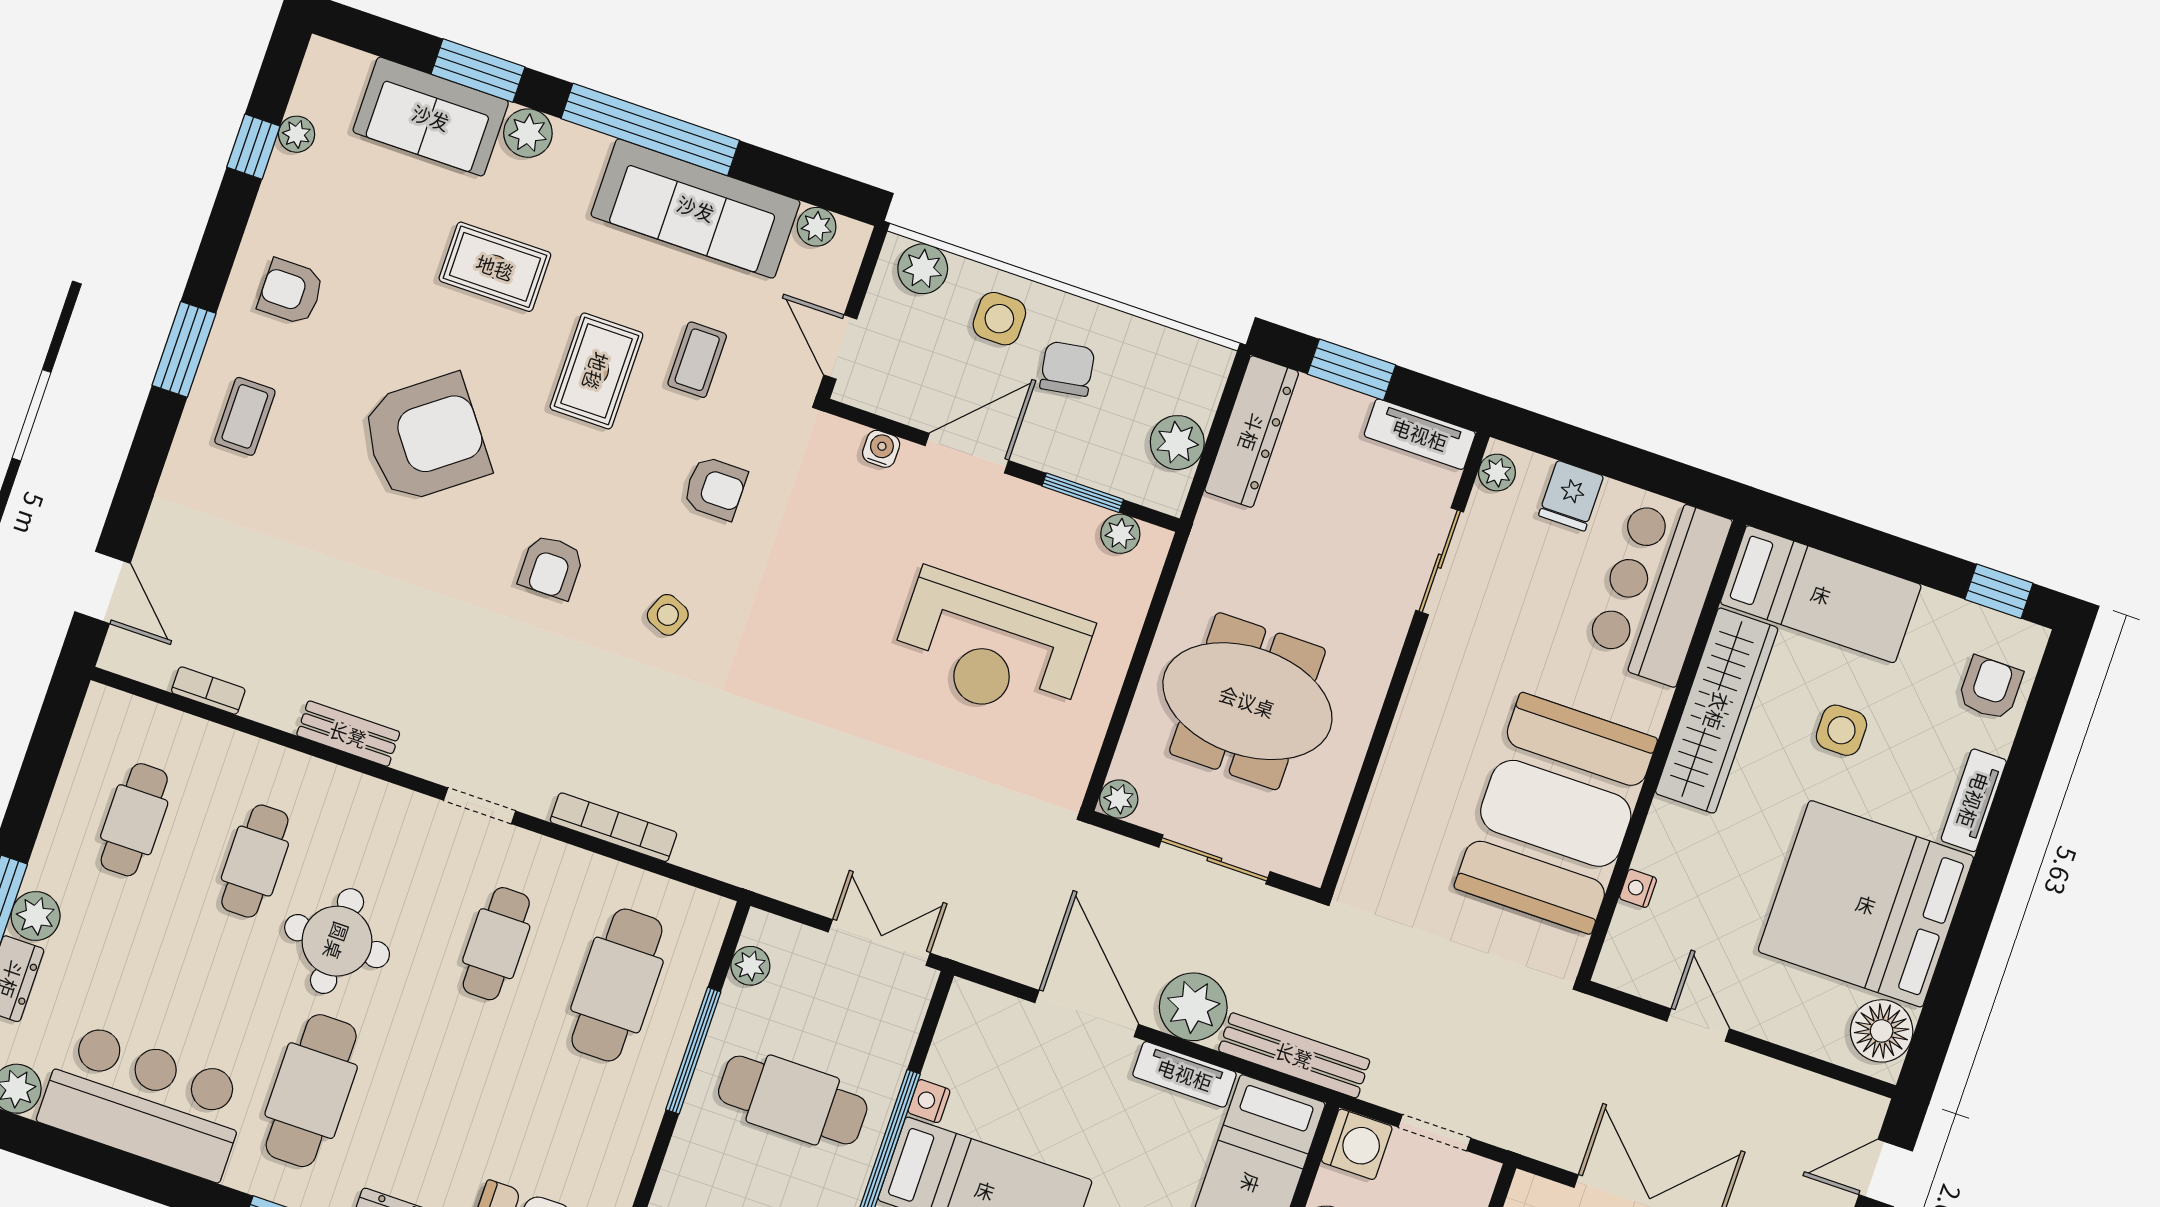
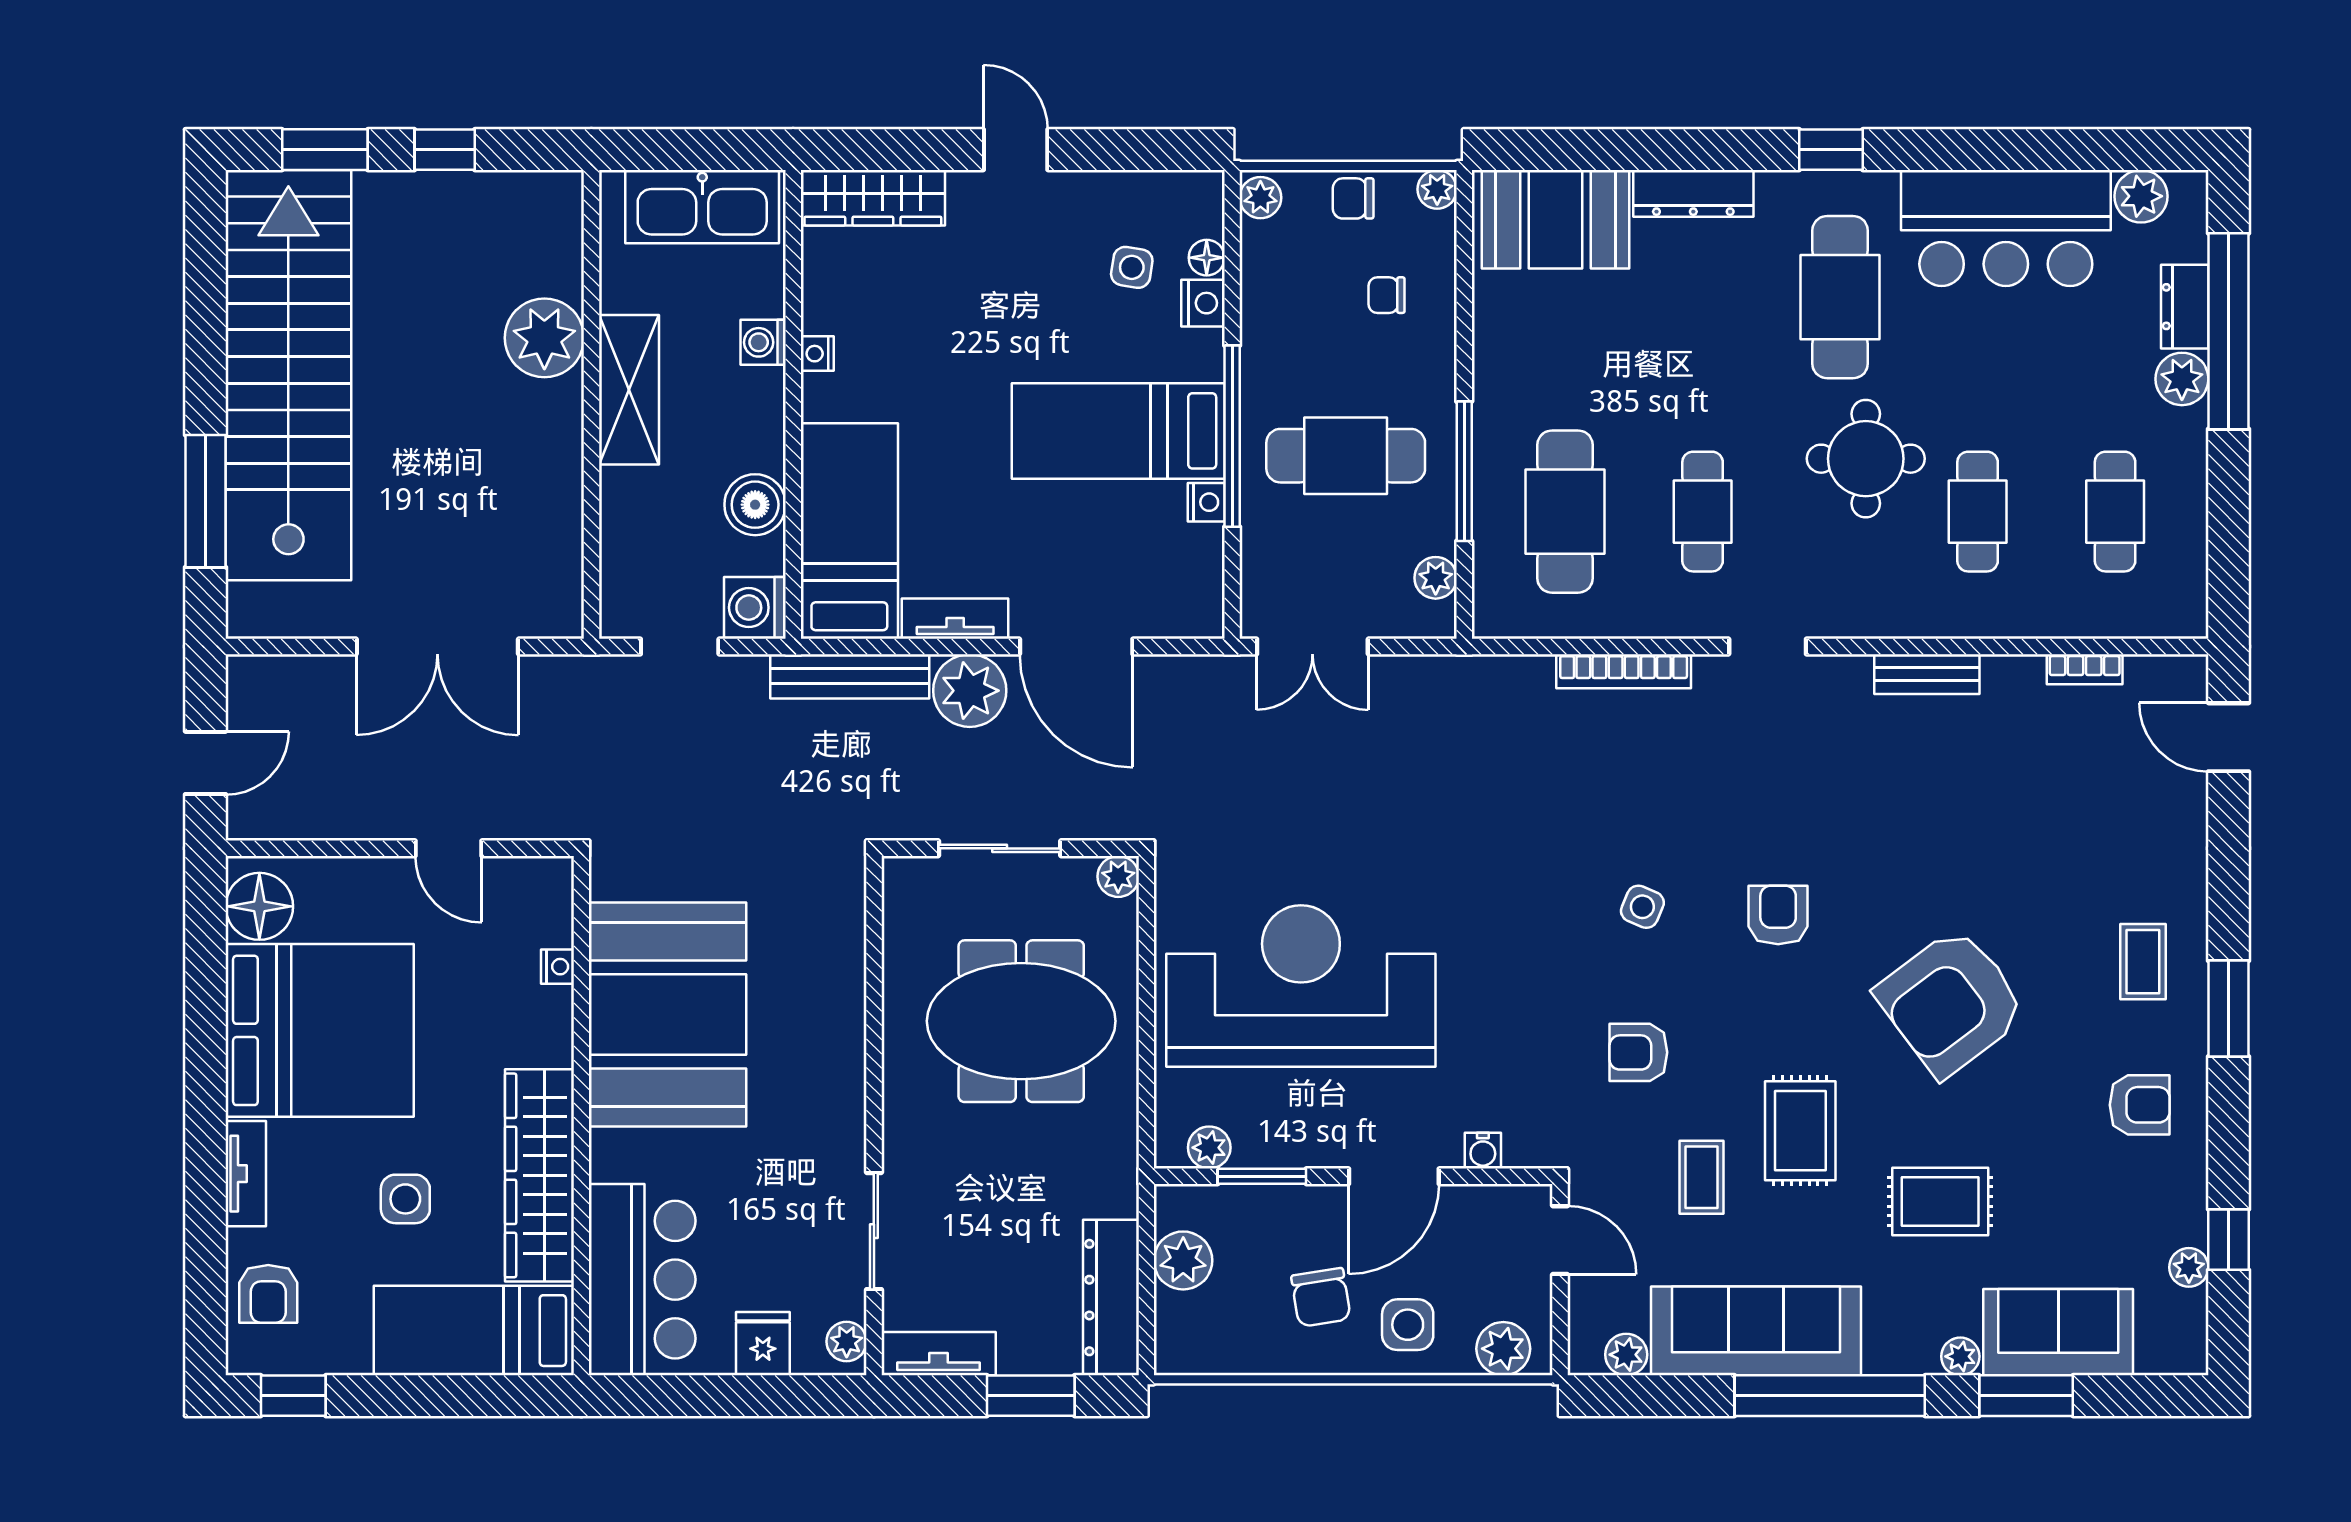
plant: (528, 133) -> (1960, 1356), width x0.73, depth x0.73
reception desk: (991, 648) -> (1301, 986), width x1.36, depth x1.30

